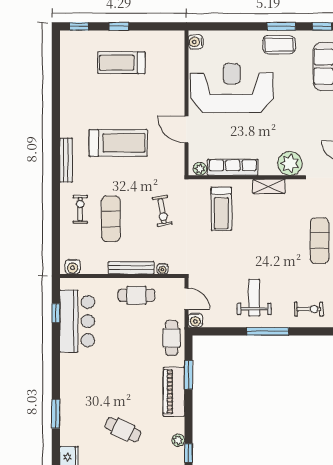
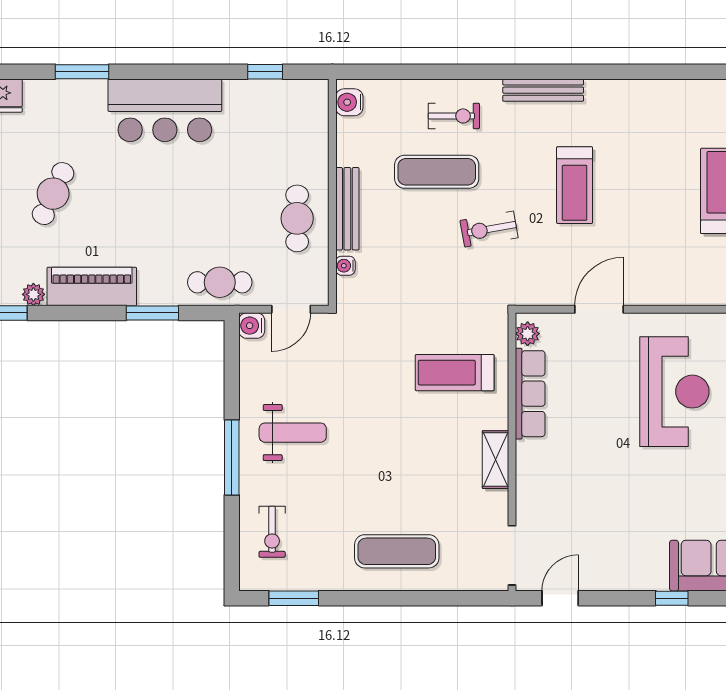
reception desk: (232, 88) -> (674, 392), width x0.74, depth x0.77
treadmill: (118, 143) -> (575, 185), width x0.73, depth x0.73
plant: (290, 163) -> (537, 497), removed
exercise bike: (162, 211) -> (489, 229), moved
bar counter: (77, 321) -> (165, 110), moved
piano: (174, 392) -> (92, 286), moved

